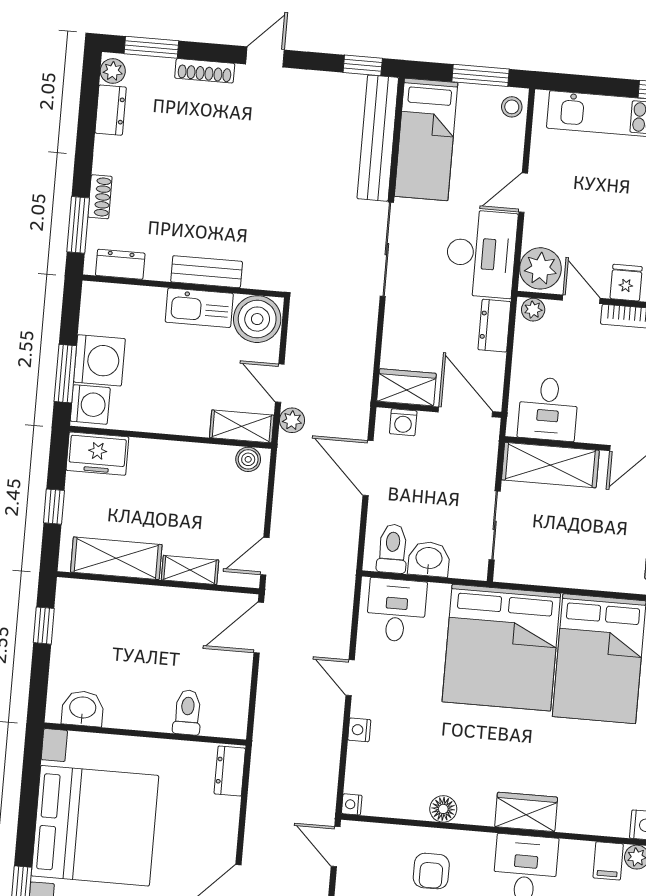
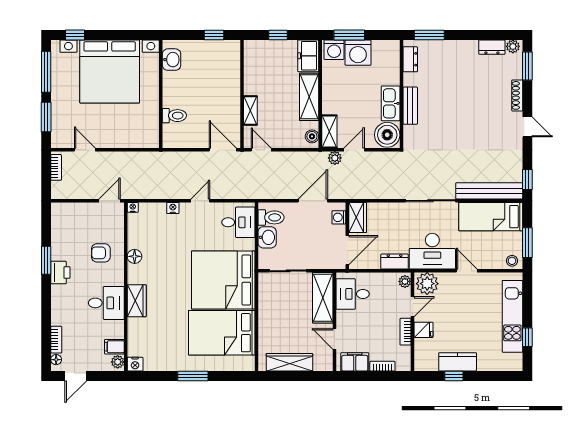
shoe rack: (100, 197) -> (445, 45), removed
shelving: (116, 558) -> (309, 97), moved
dresser: (230, 771) -> (145, 141), removed

